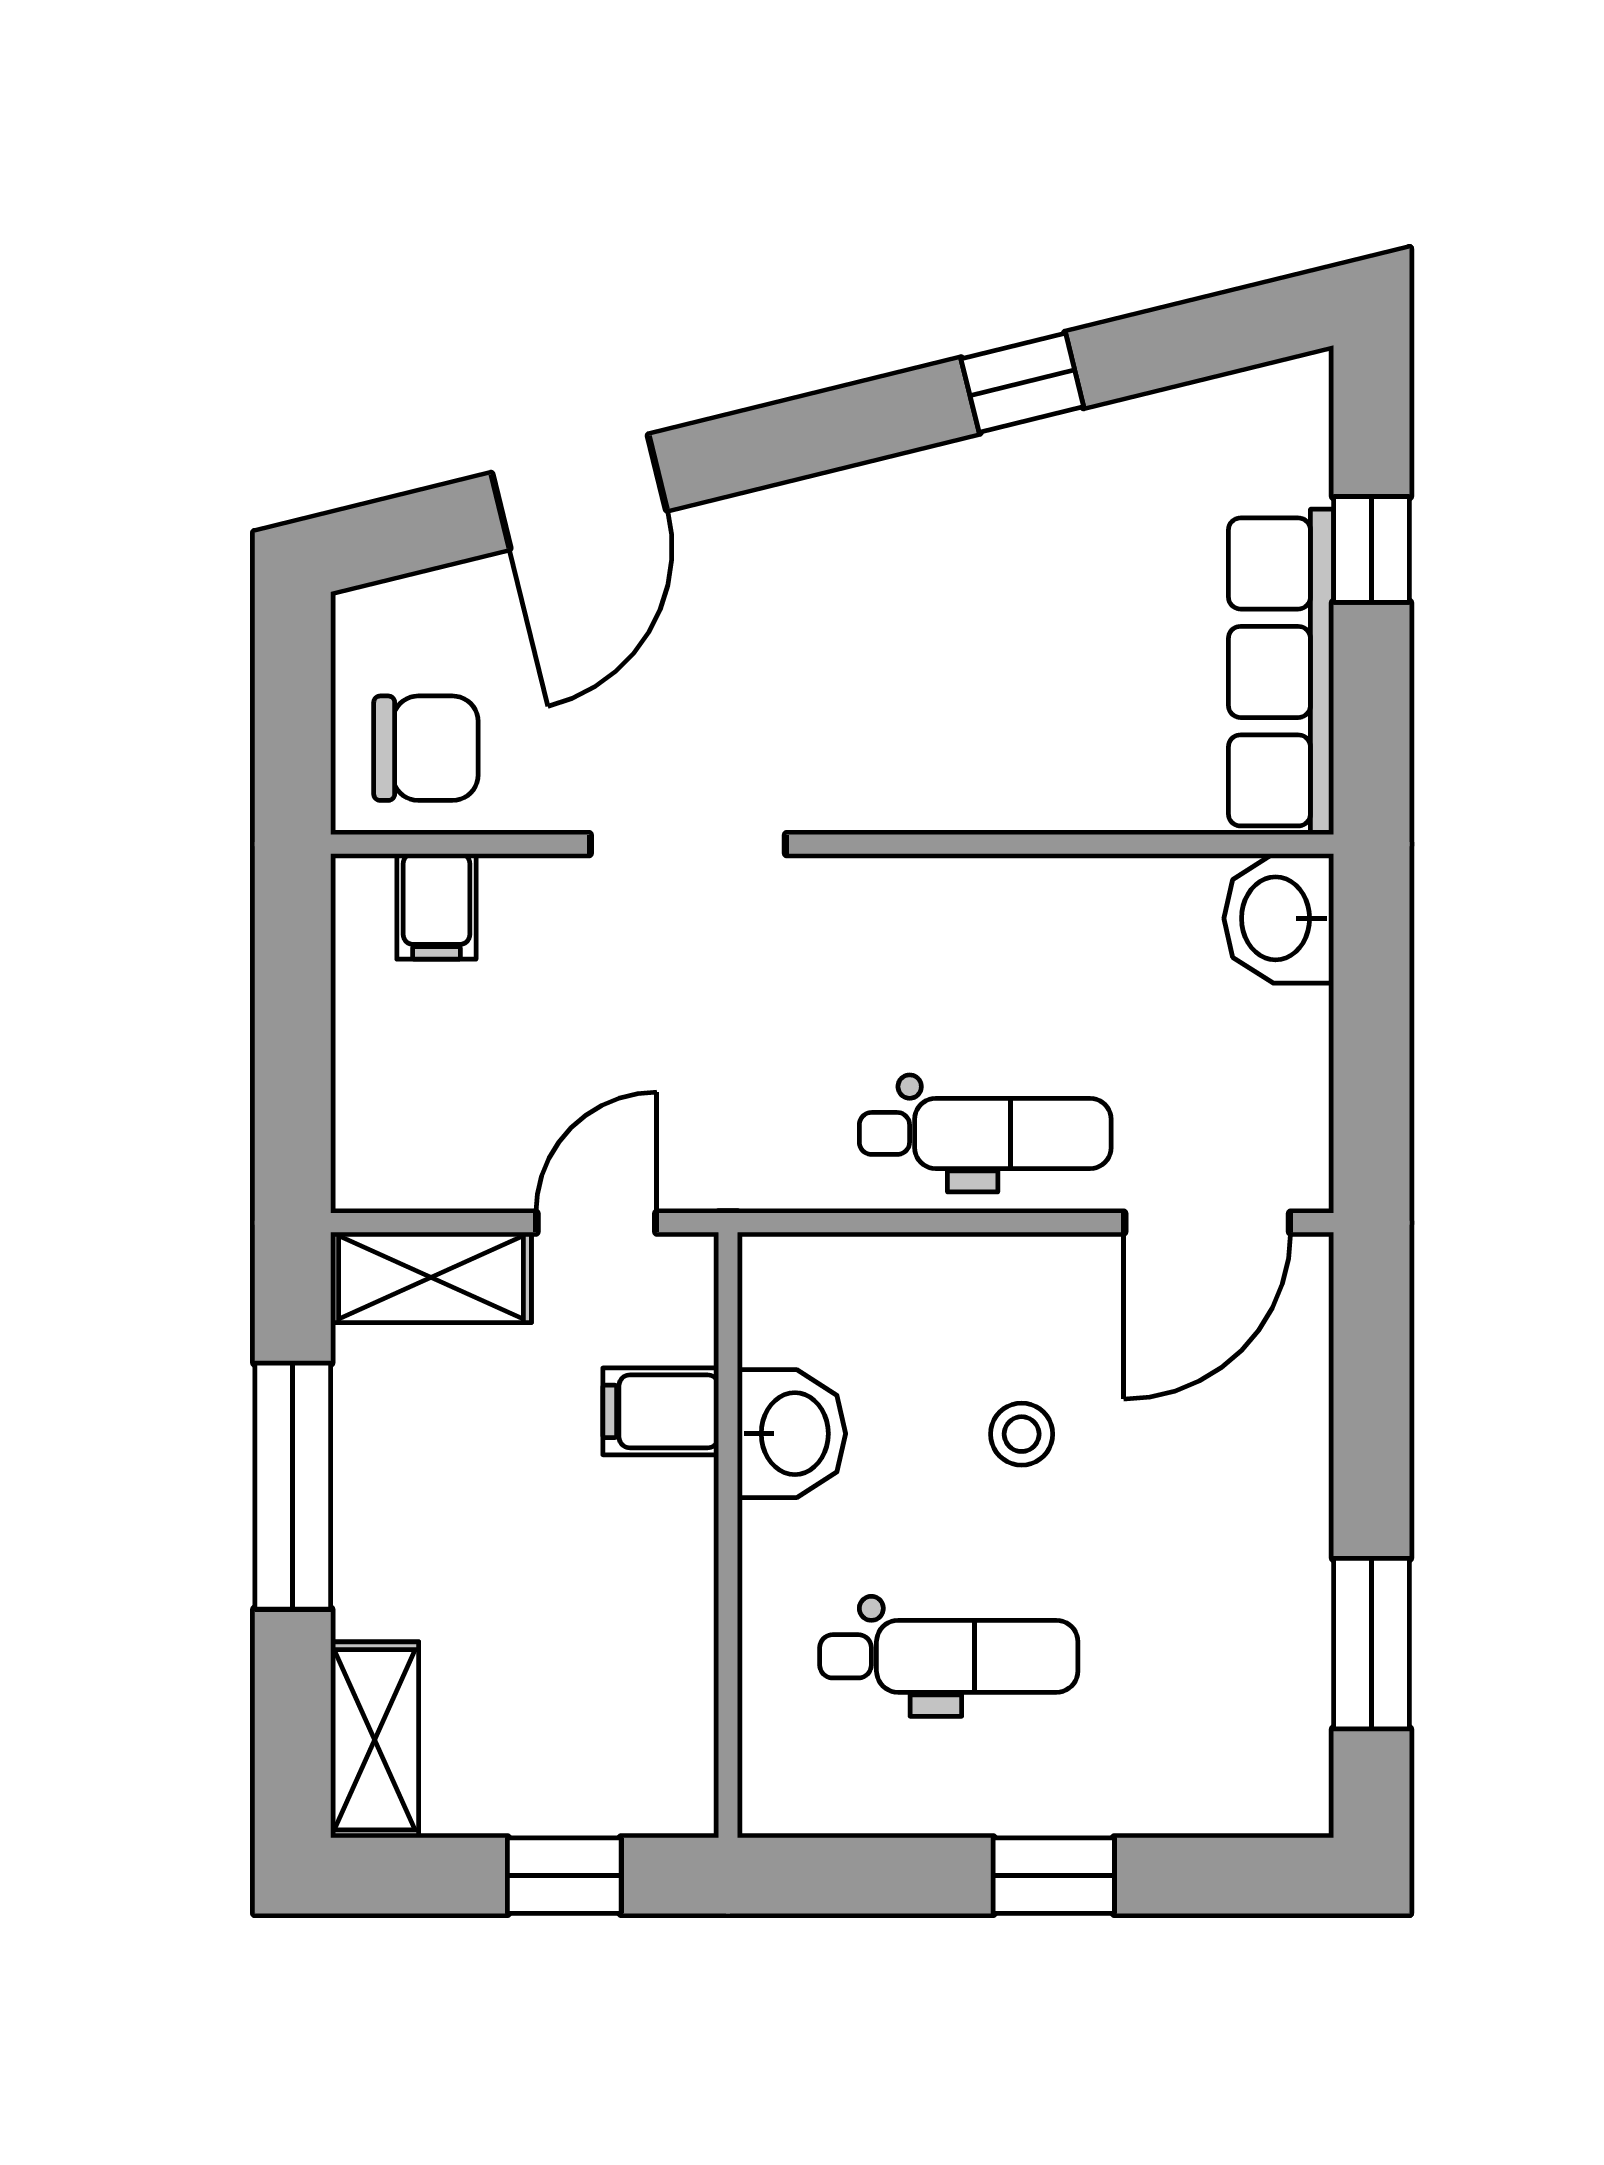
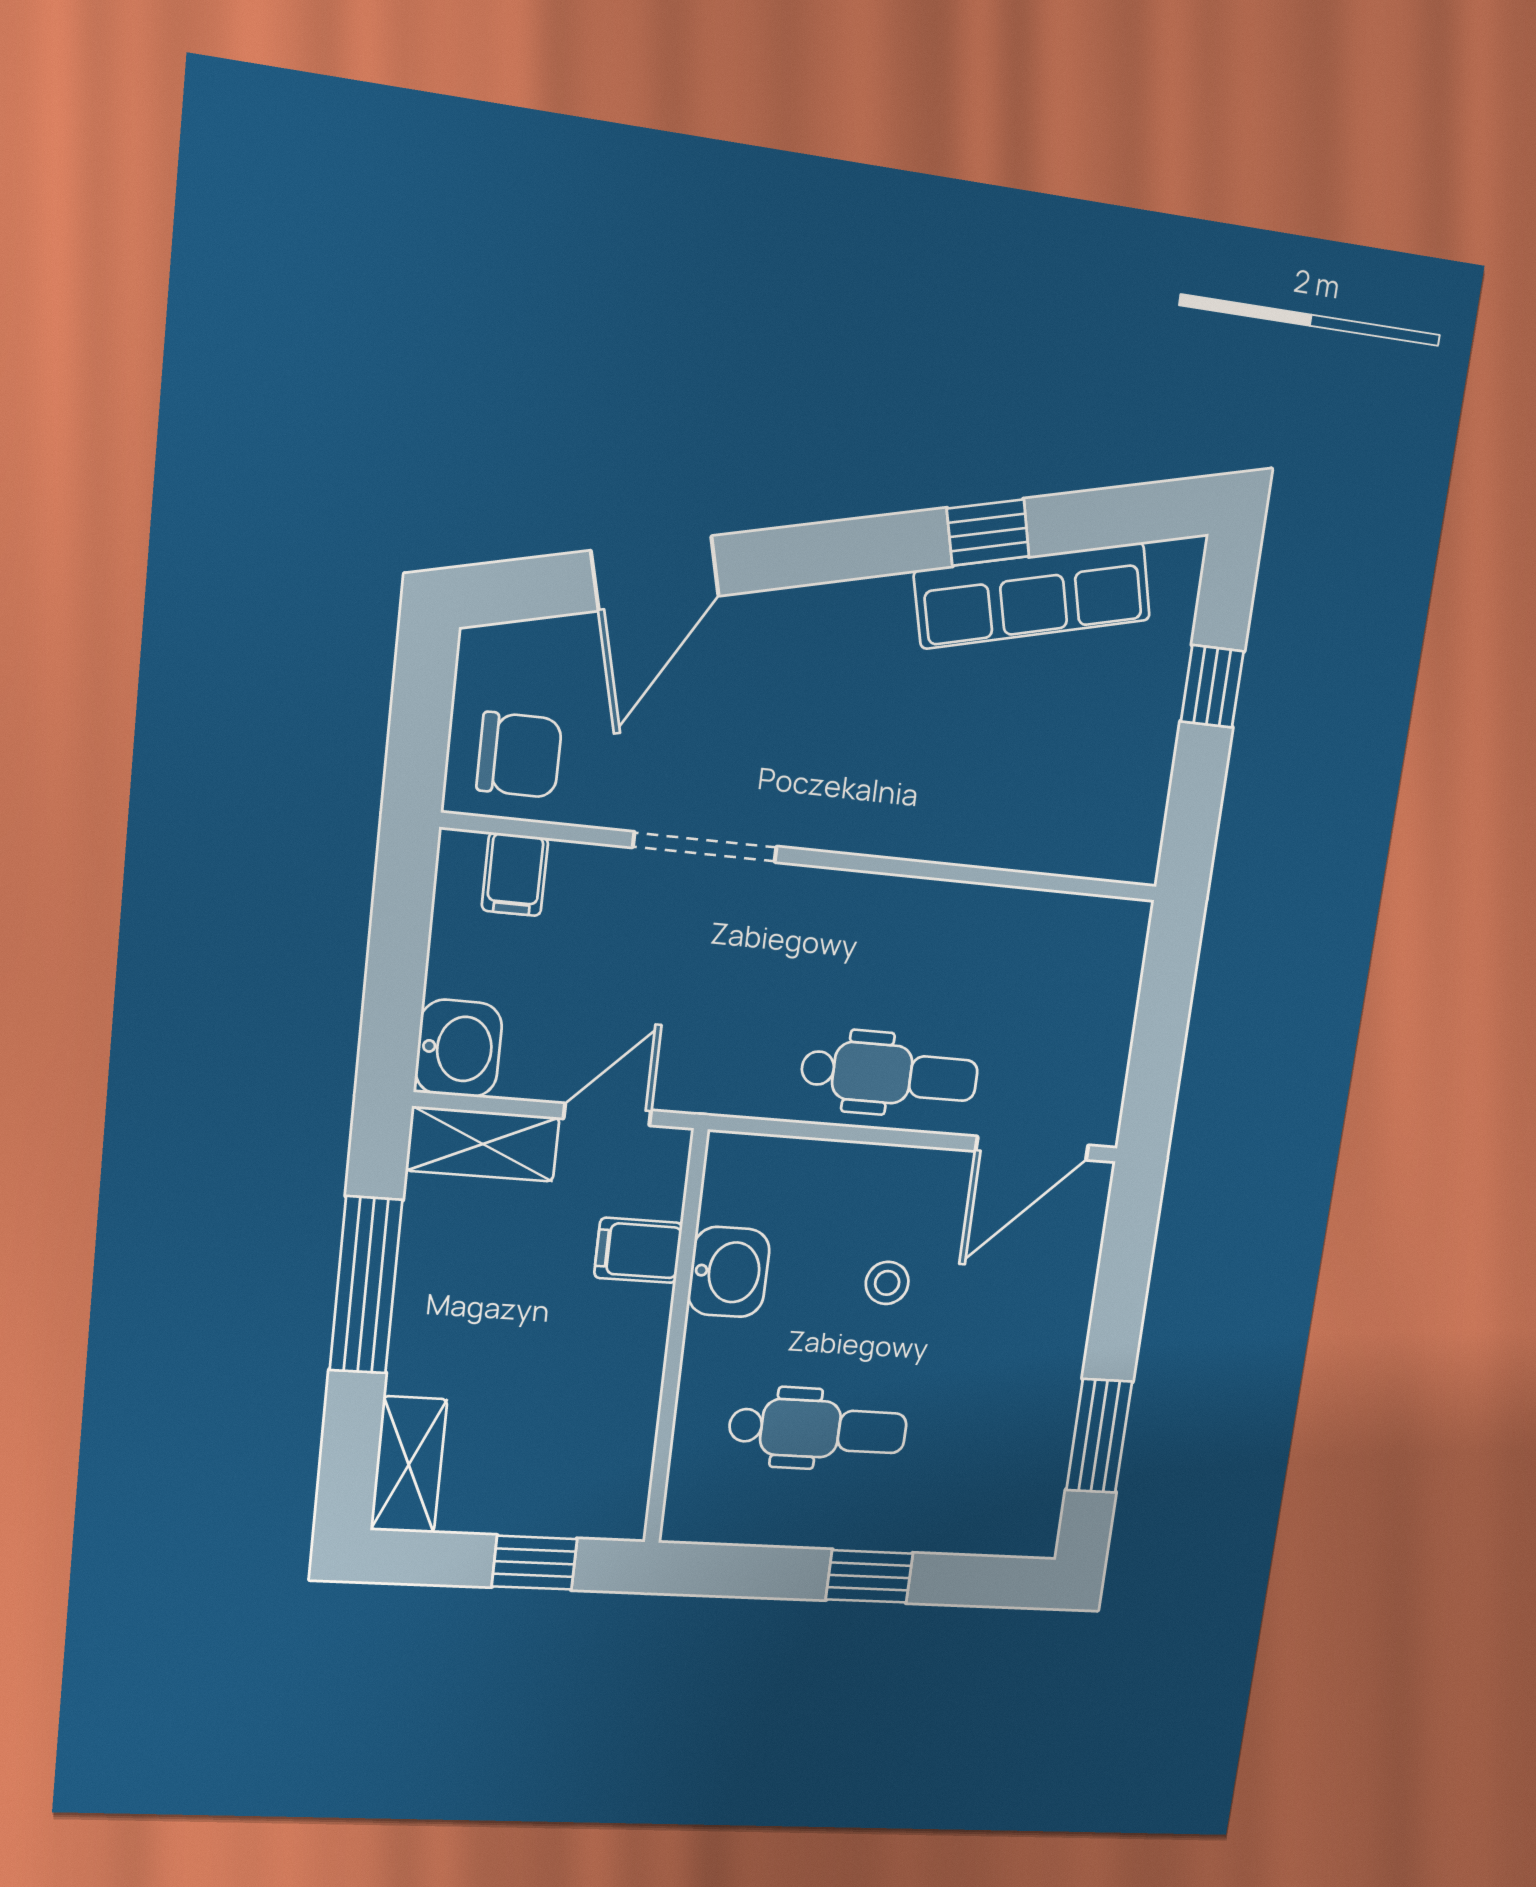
row of seats: (1281, 672) -> (1033, 595), moved, turned -104
washbasin: (1279, 918) -> (459, 1048), moved, turned 180

